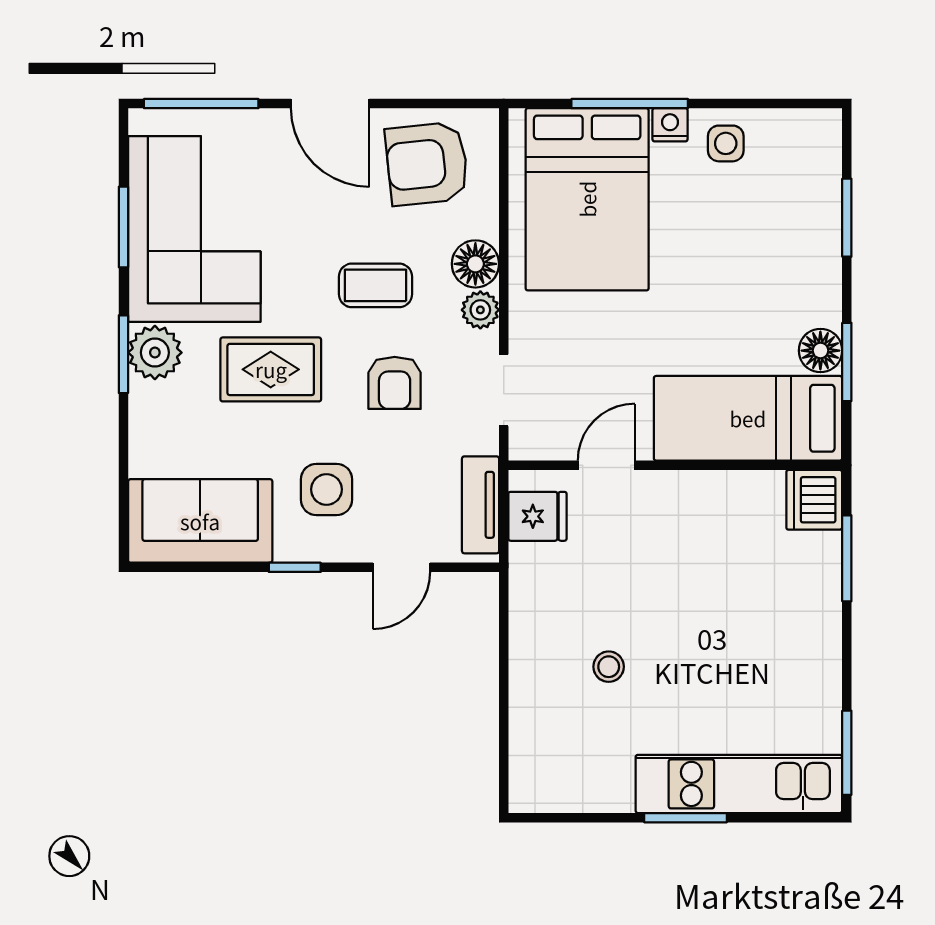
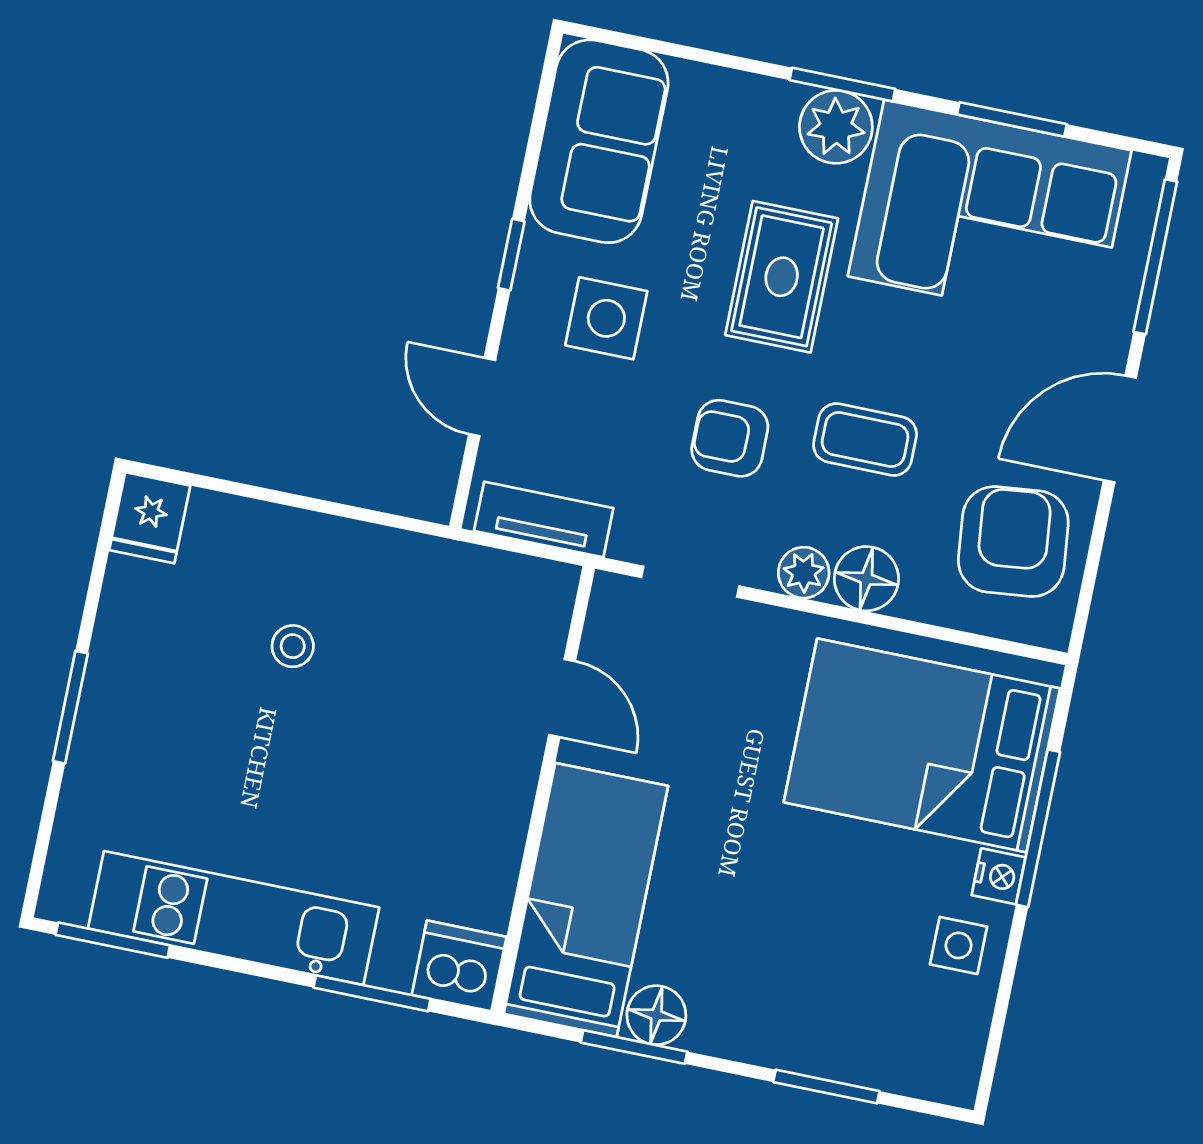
coffee table: (375, 285) -> (865, 440), turned 90
fridge: (537, 516) -> (150, 518), moved
kitchen unit: (739, 784) -> (234, 918), moved, turned -90

